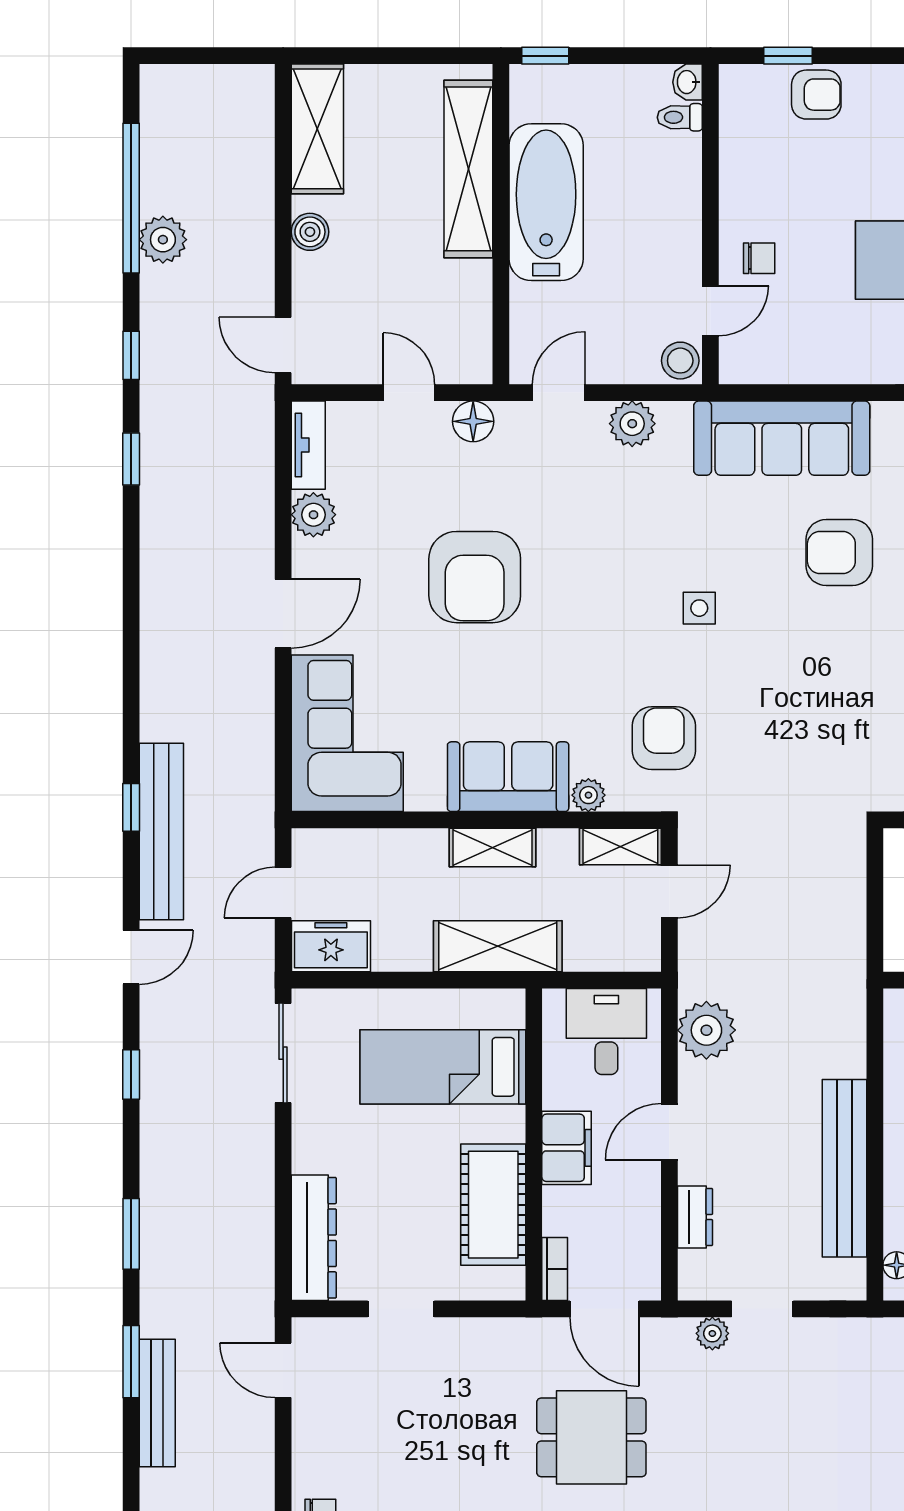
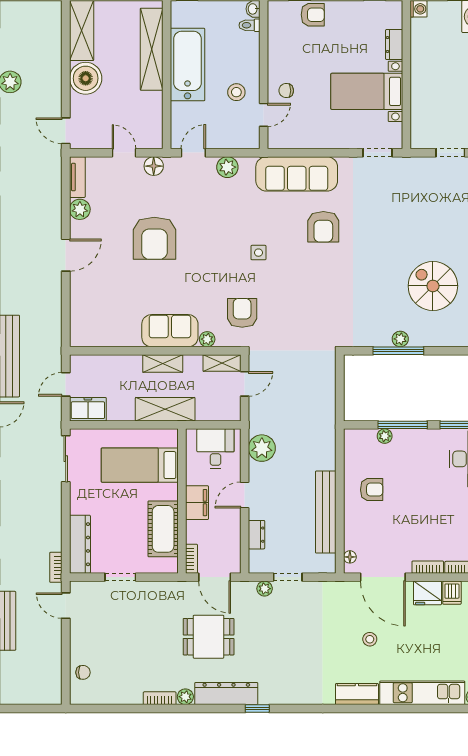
boiler: (310, 232) -> (86, 78), width x1.86, depth x1.86
chair: (759, 258) -> (286, 91), turned 180
stool: (680, 361) -> (236, 92), moved
armchair: (839, 553) -> (323, 227), turned -90
corner sofa: (347, 733) -> (95, 311), removed
bookcase: (262, 1288) -> (56, 567), added

